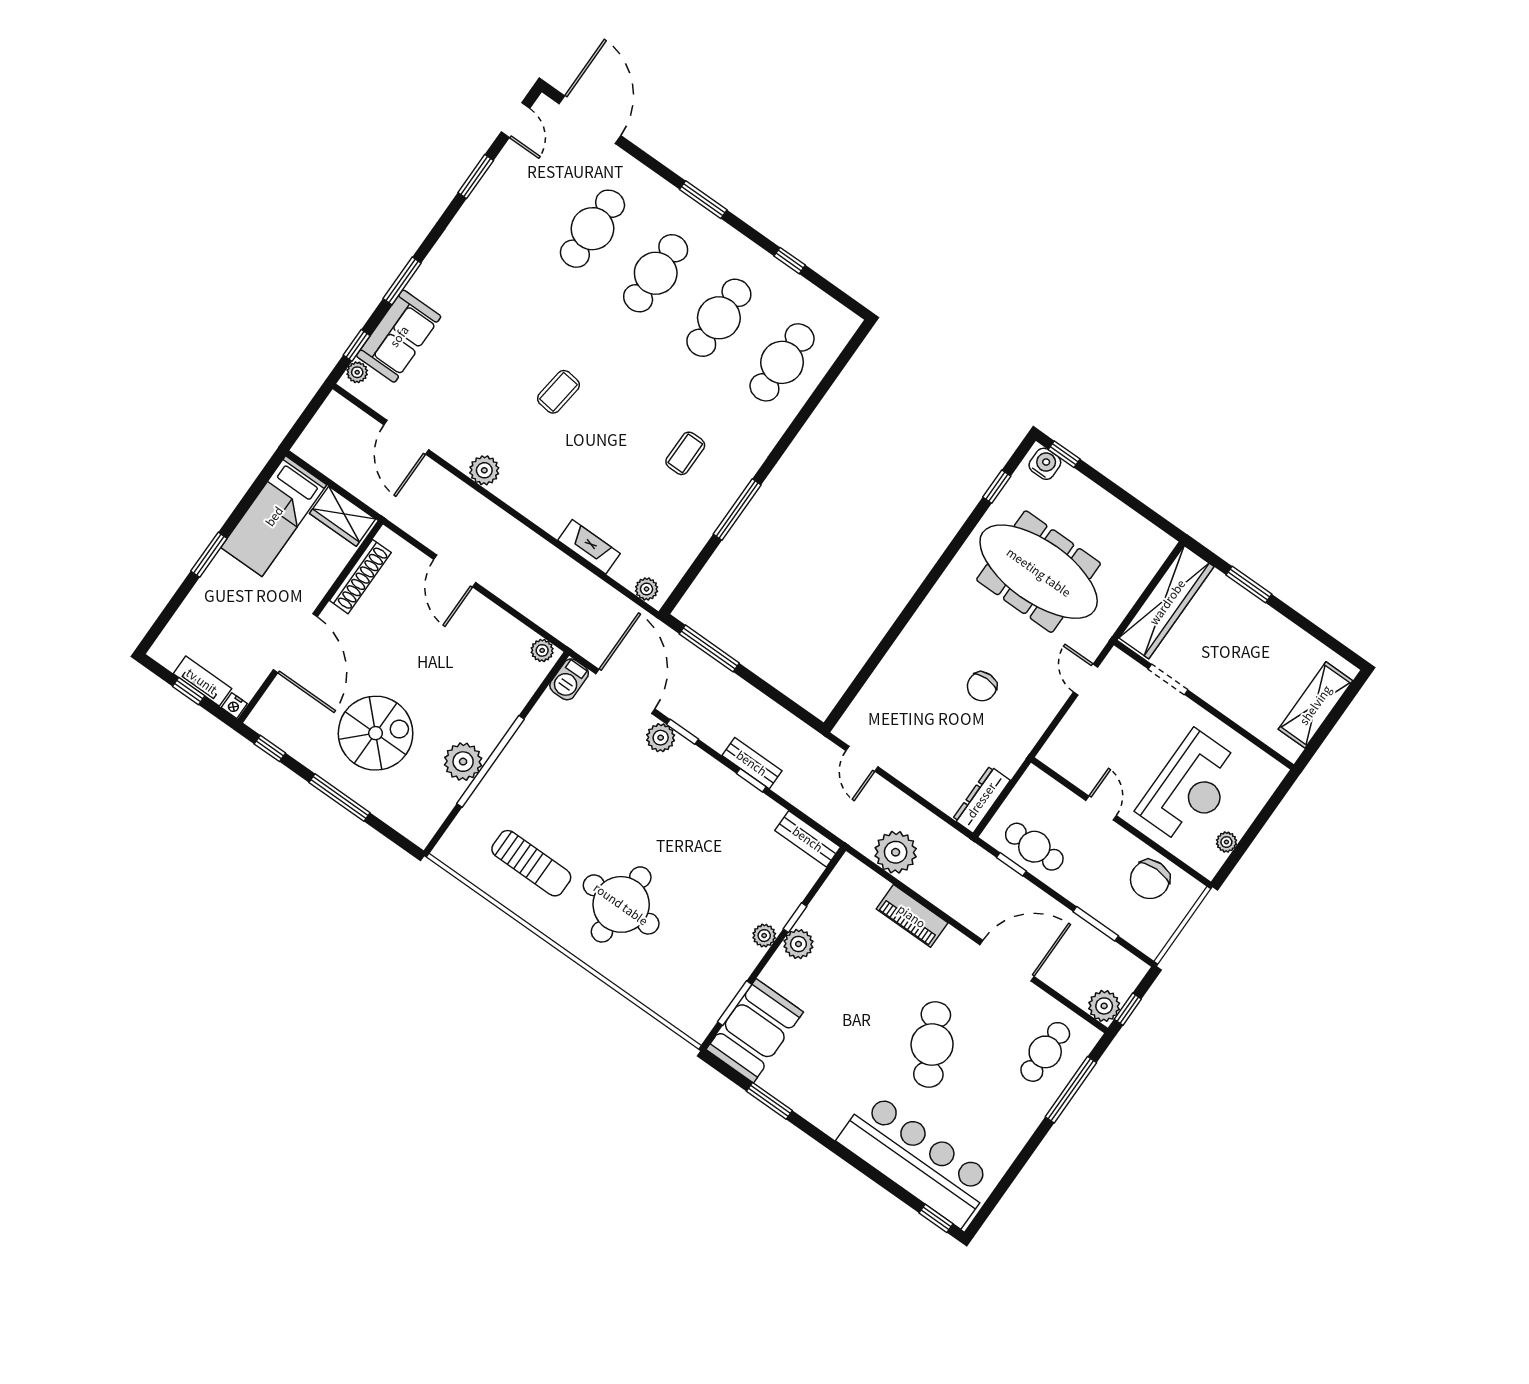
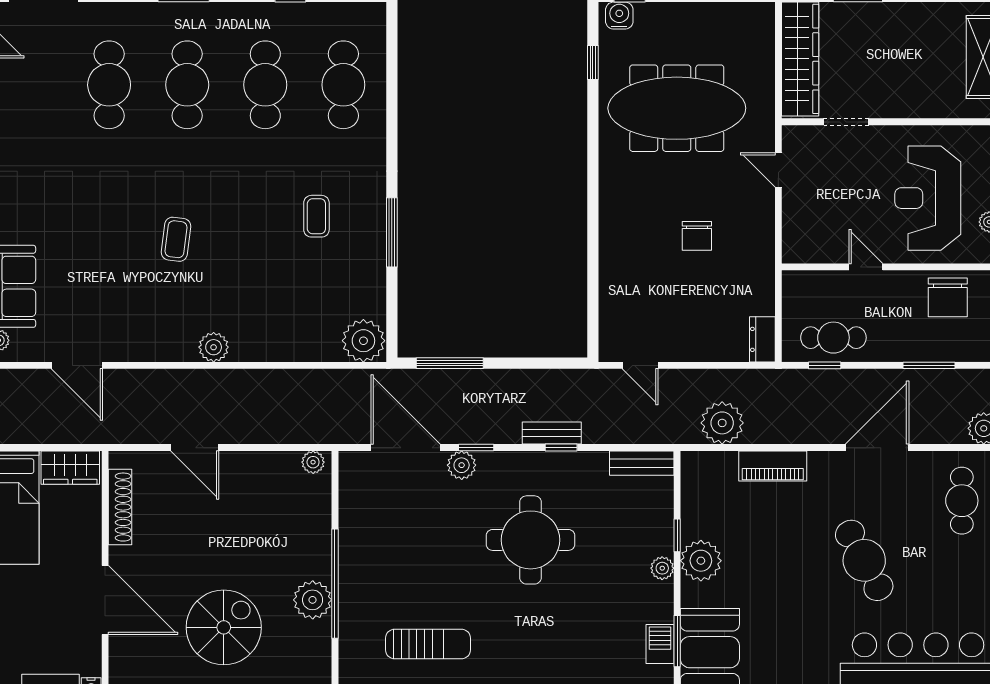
plant: (484, 470) -> (214, 347), moved
fireplace: (589, 547) -> (291, 349), removed
plant: (647, 589) -> (363, 341), width x1.88, depth x1.88
barbecue: (569, 679) -> (660, 644), moved, turned 180
reception desk: (1190, 788) -> (928, 198), turned 180
dresser: (981, 800) -> (762, 339), width x0.70
round table: (621, 904) -> (531, 540), moved
plant: (798, 944) -> (701, 561), width x1.36, depth x1.36

